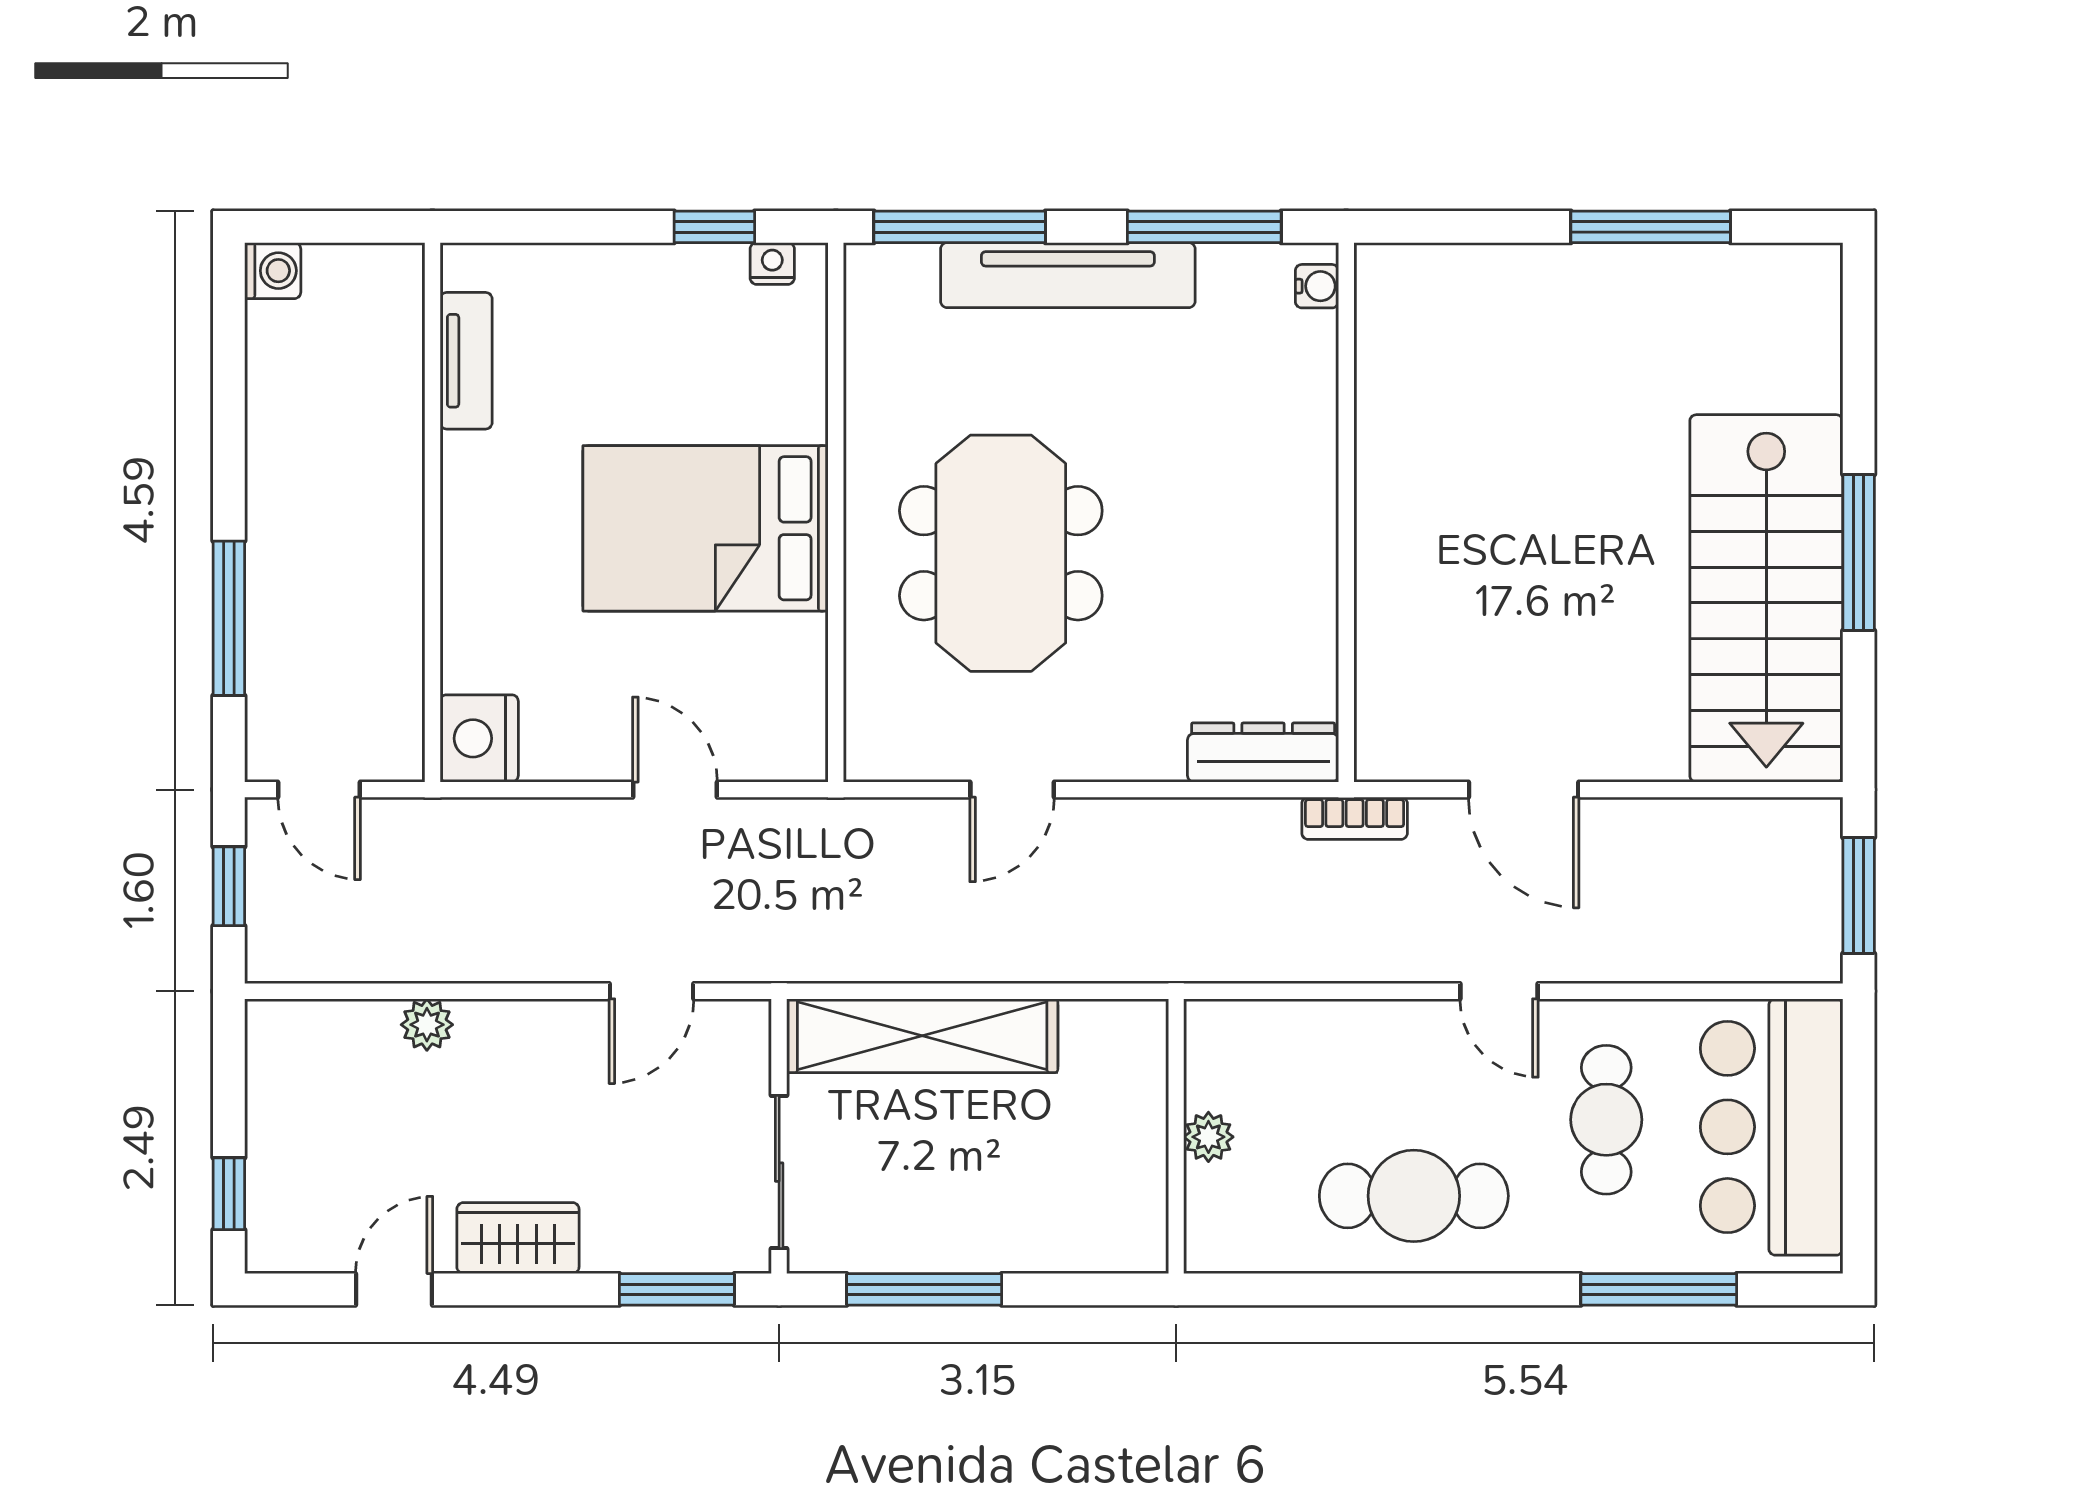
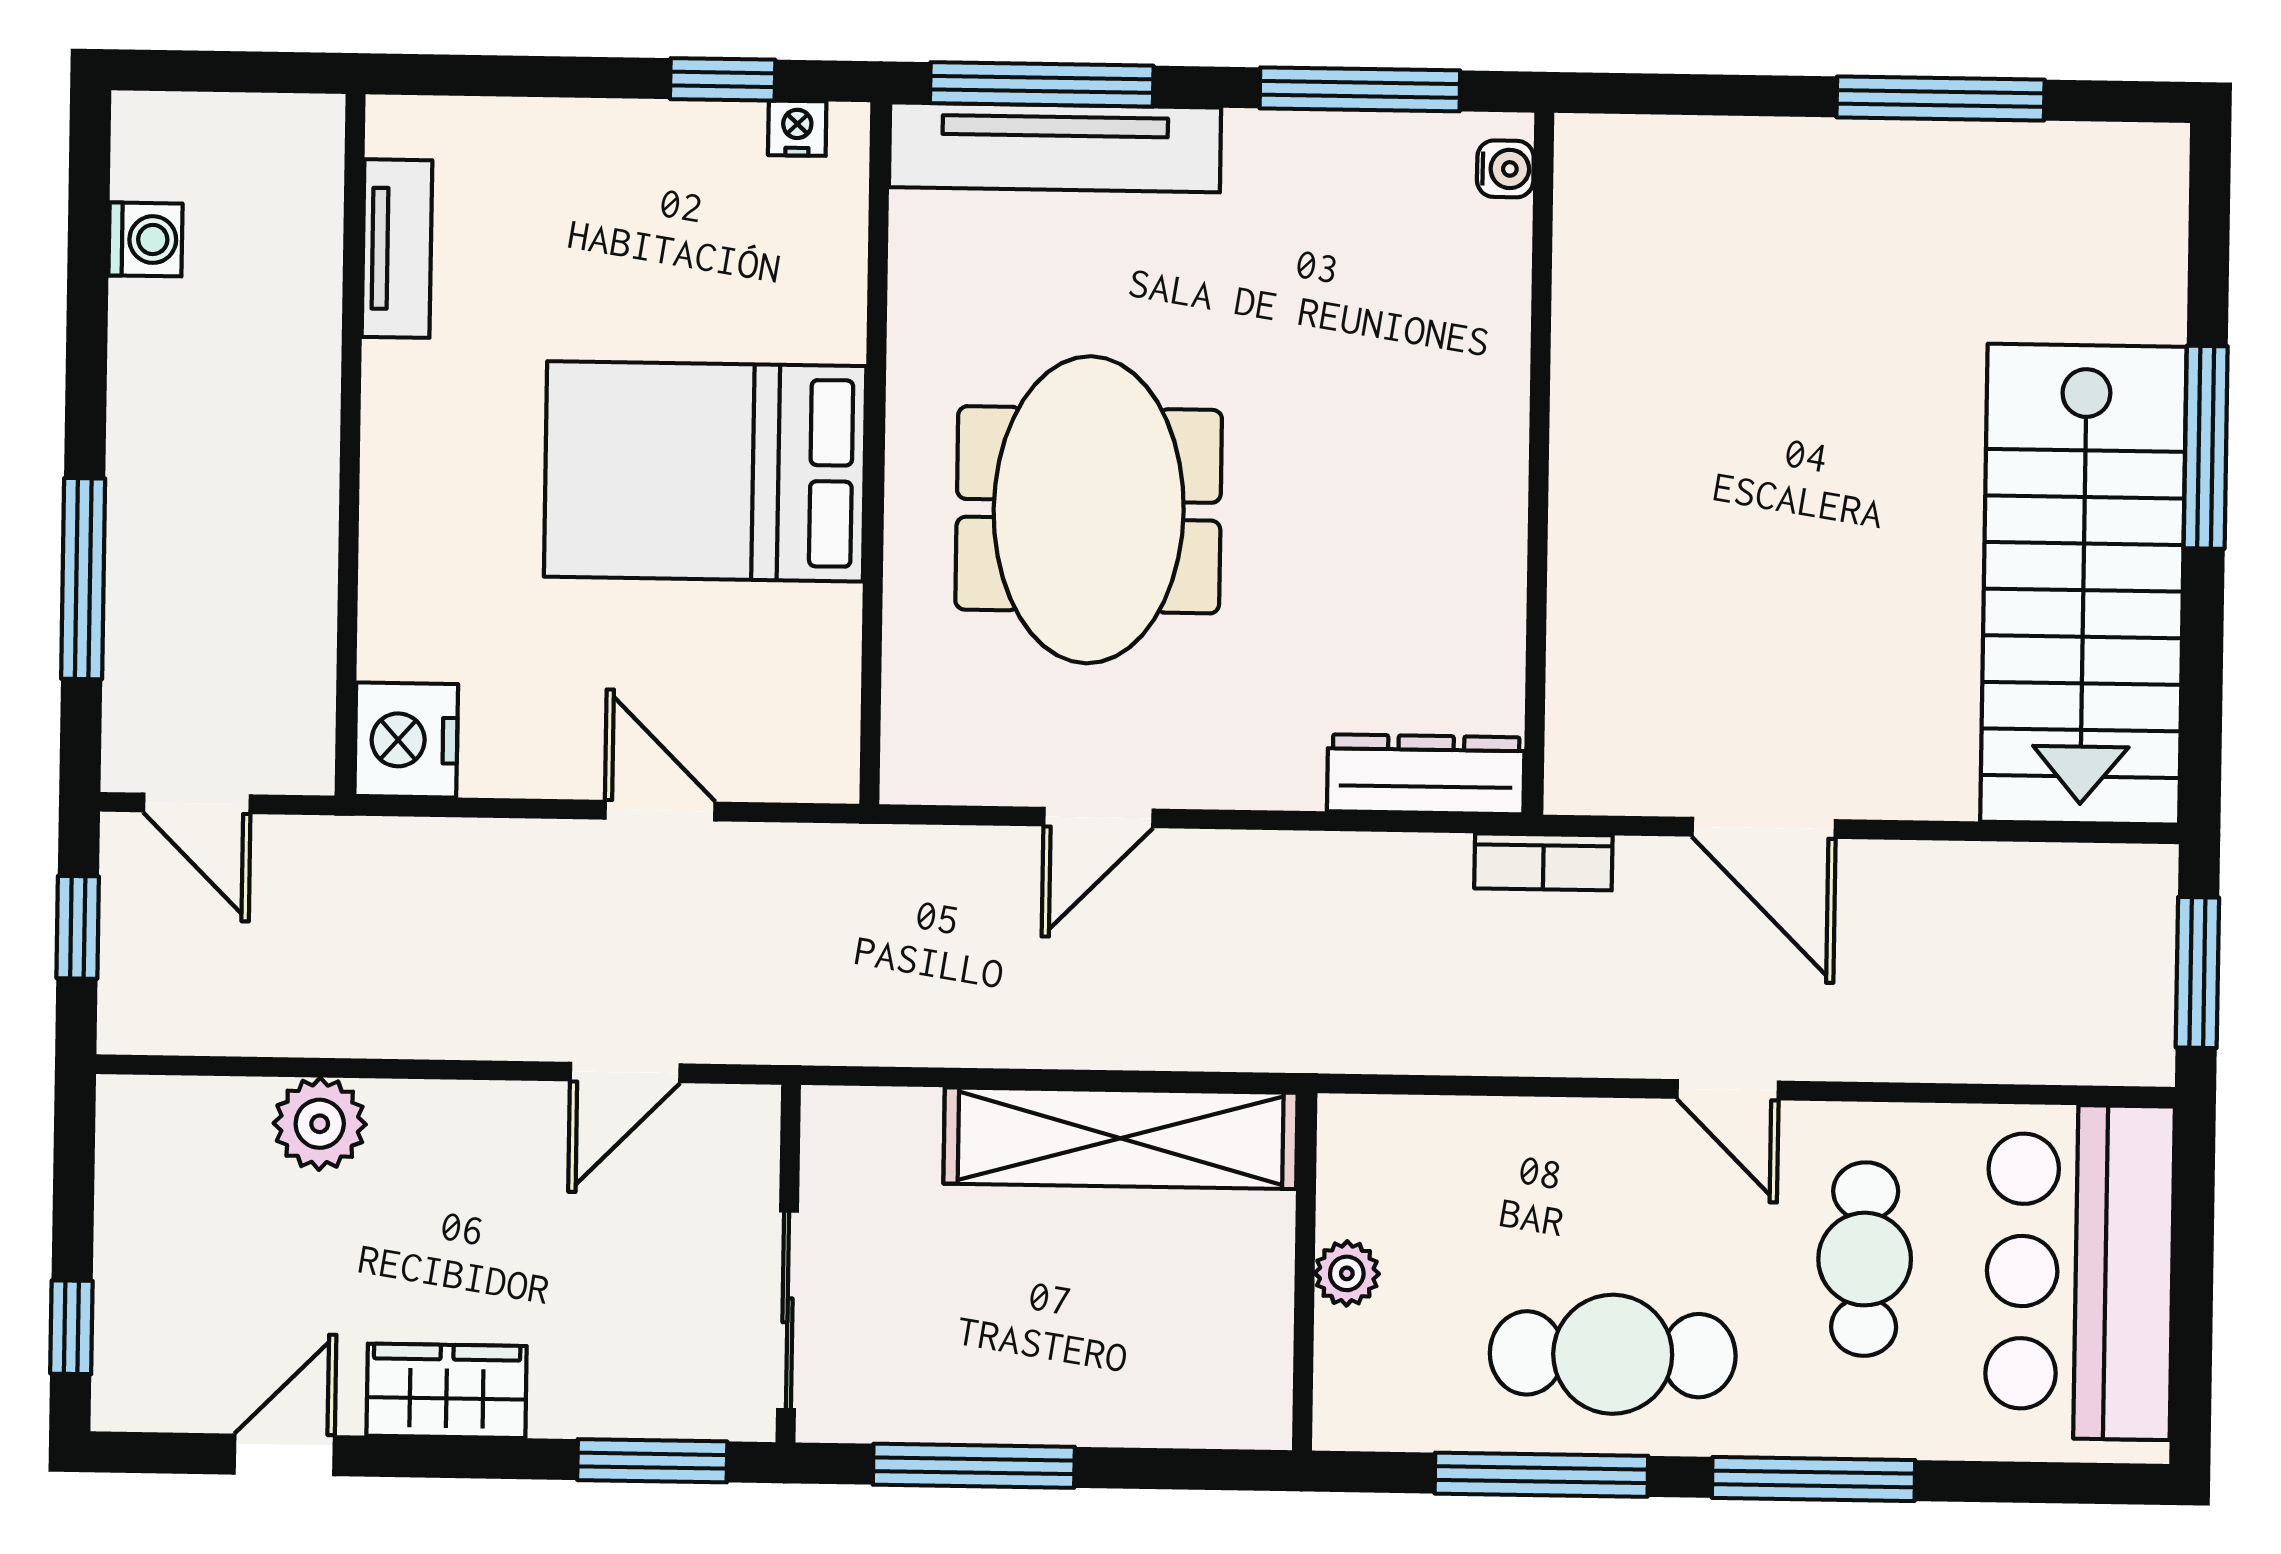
washing machine: (273, 271) -> (145, 239), moved
tv unit: (1068, 275) -> (1055, 147), moved
window: (1859, 552) -> (2206, 447), moved
plant: (427, 1025) -> (320, 1124), width x1.38, depth x1.38
shelving: (922, 1036) -> (1121, 1138), moved
window: (1360, 1289) -> (1541, 1475), added
window: (1659, 1289) -> (1813, 1479), moved

